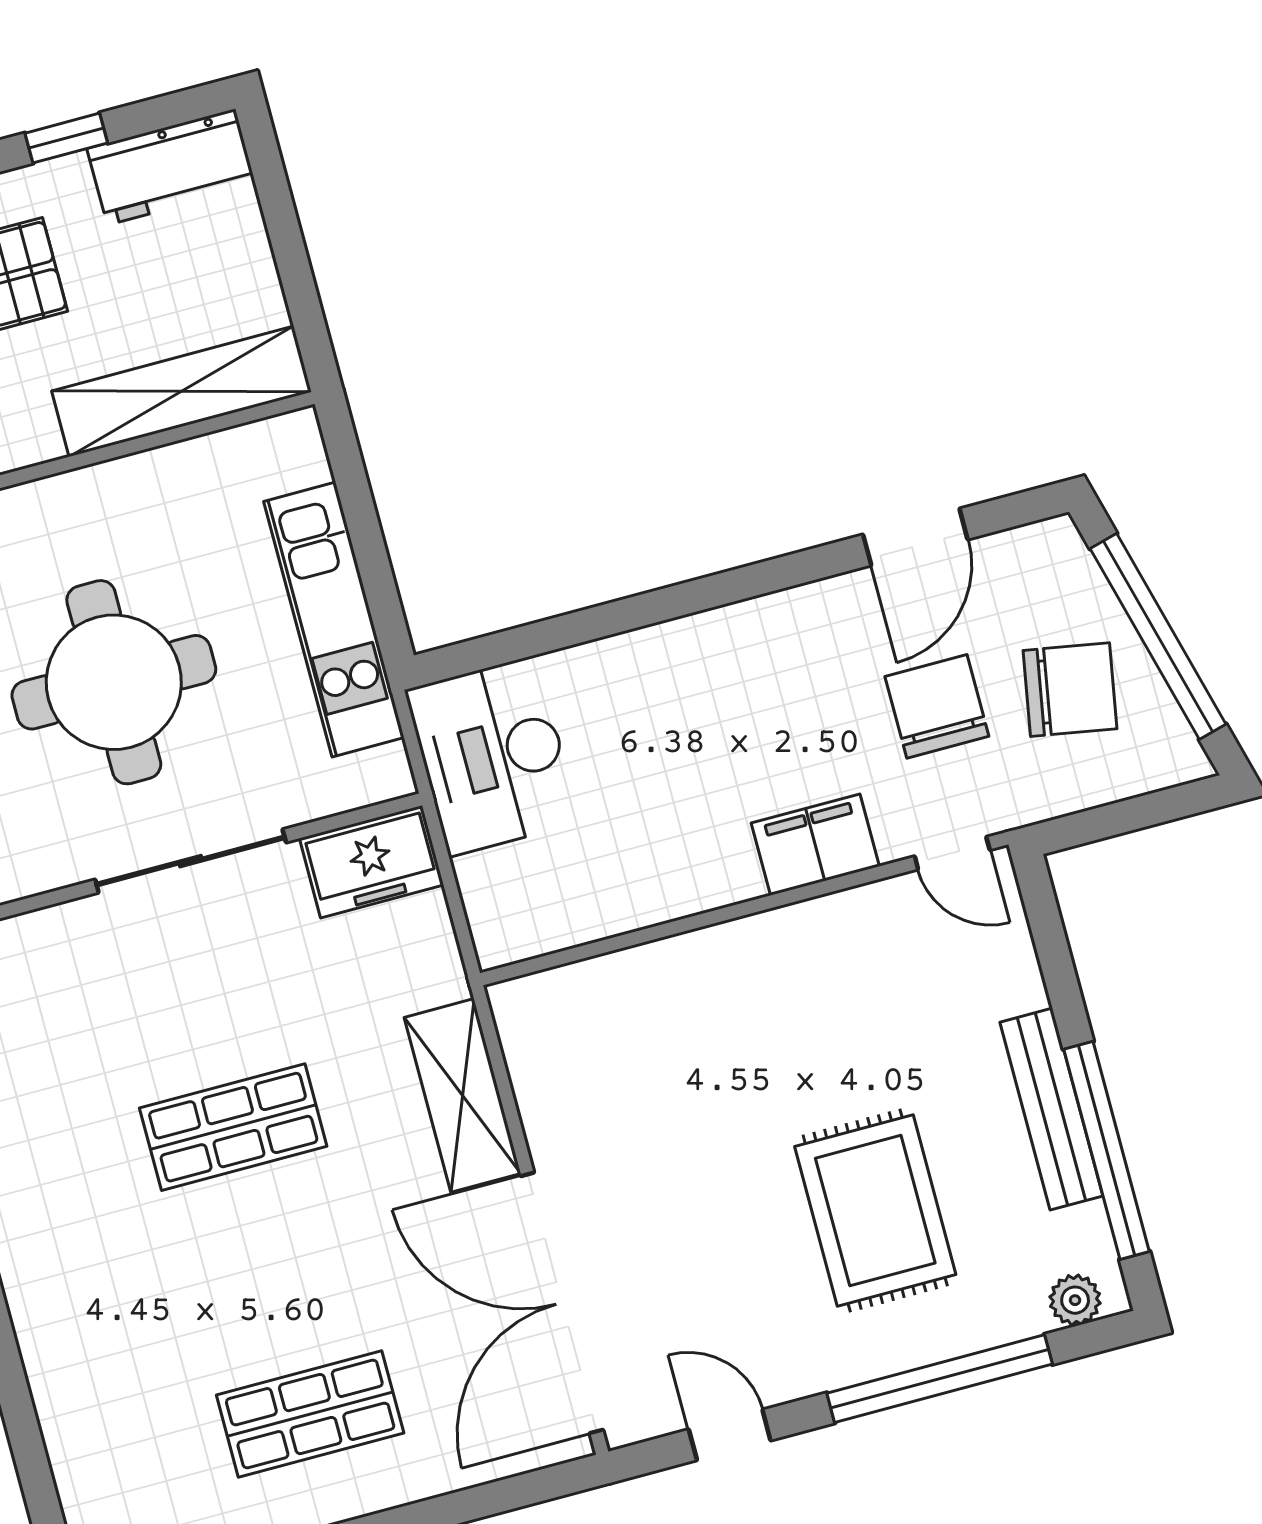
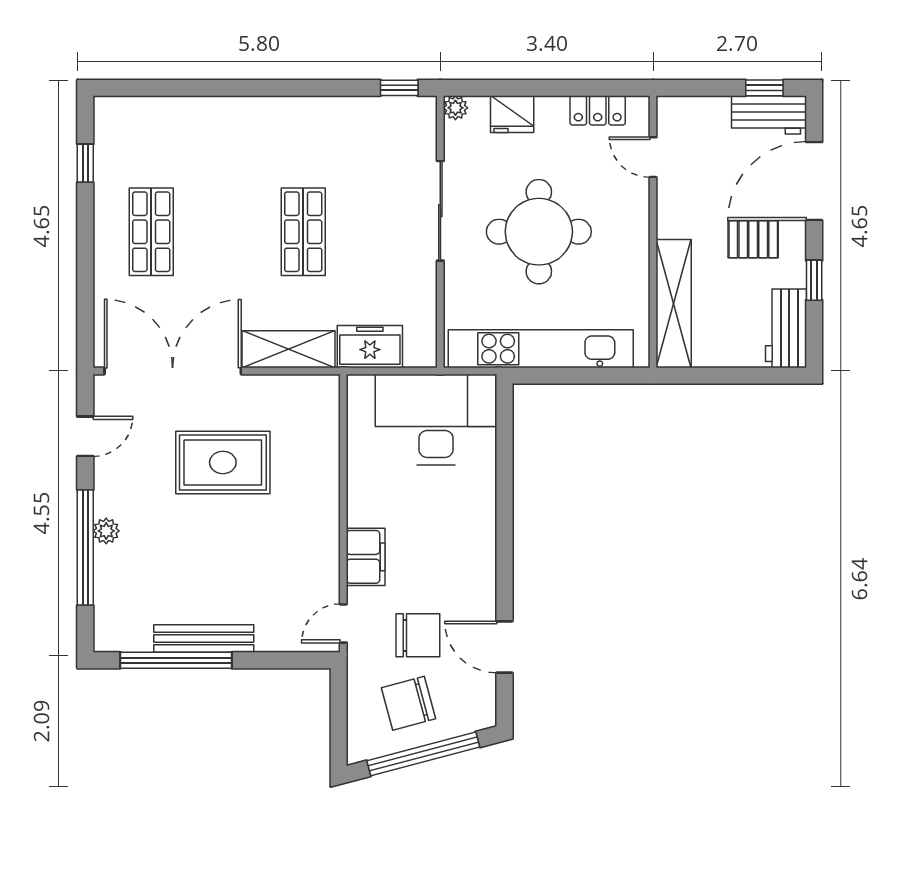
kitchen unit: (334, 619) -> (541, 349), width x1.36
chair: (1070, 690) -> (409, 703), turned 65
desk: (492, 756) -> (436, 419), width x1.36, depth x1.30
sliding door: (191, 861) -> (440, 211), moved
freezer: (371, 862) -> (370, 347), moved, turned 90
rug: (875, 1211) -> (223, 462), moved
plant: (1075, 1300) -> (106, 531), moved

